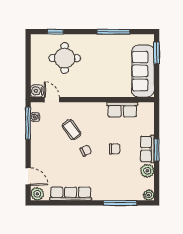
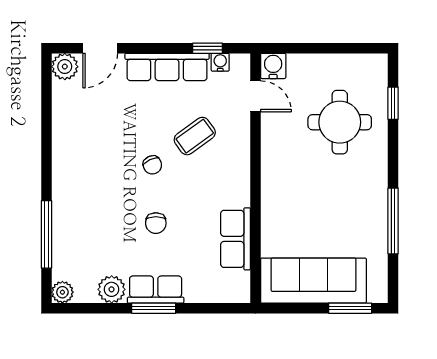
door: (52, 100) -> (255, 96), hinge flipped
window: (28, 123) -> (208, 48), width x0.46
row of seats: (71, 194) -> (167, 67), moved, turned 90

